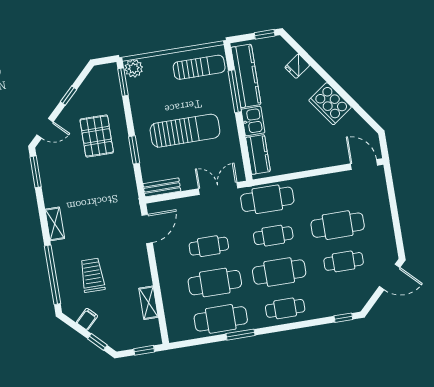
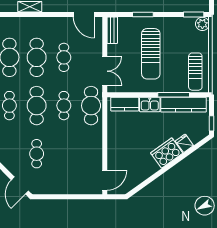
cooker: (330, 104) -> (167, 153), moved
cafe table: (338, 225) -> (64, 154), removed

